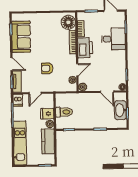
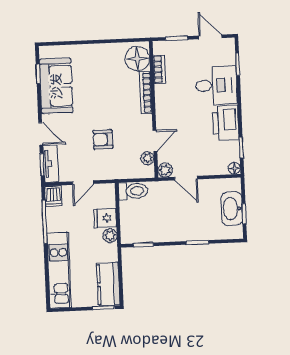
printer: (85, 48) -> (226, 123), moved, turned 180
door: (107, 92) -> (186, 178), moved
toilet: (64, 112) -> (133, 191), moved
kitchen counter: (48, 141) -> (108, 284), moved

